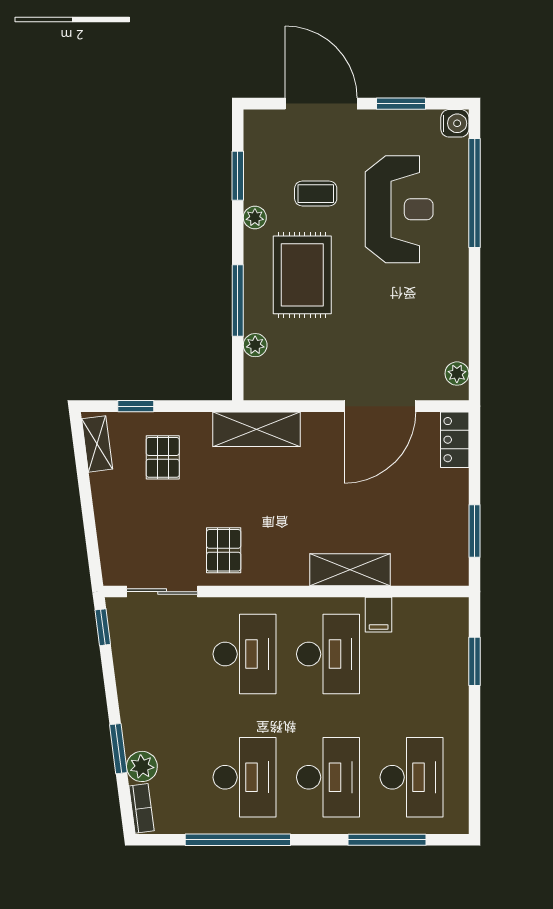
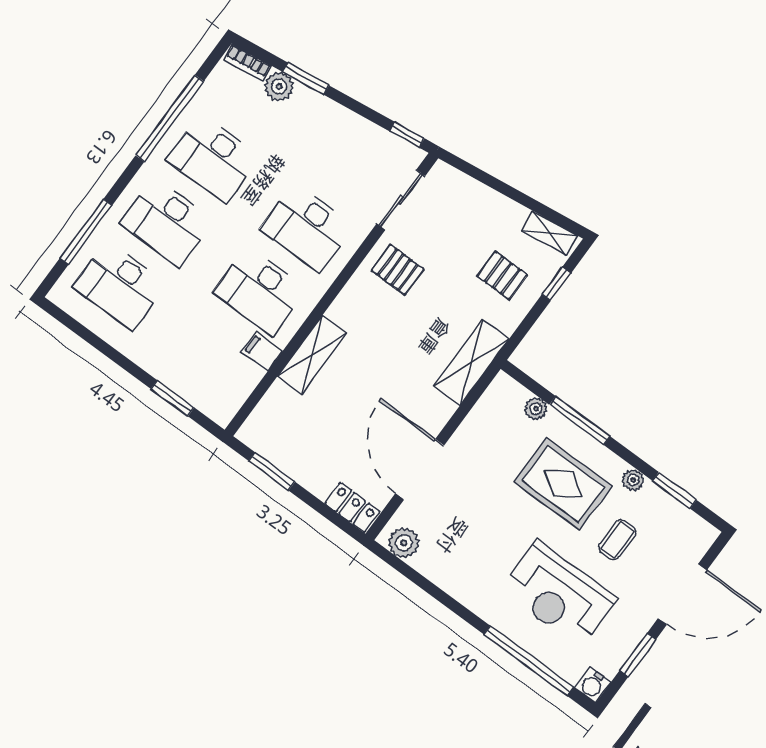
plant: (457, 374) -> (404, 543), width x1.38, depth x1.38

